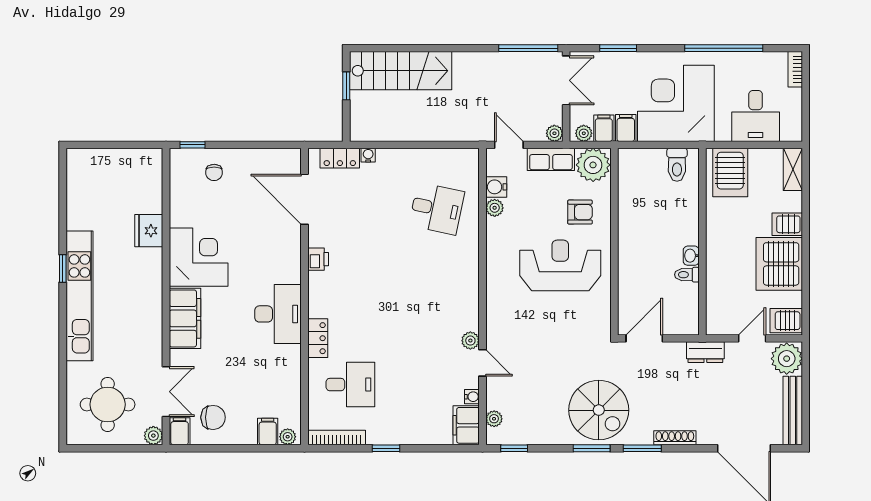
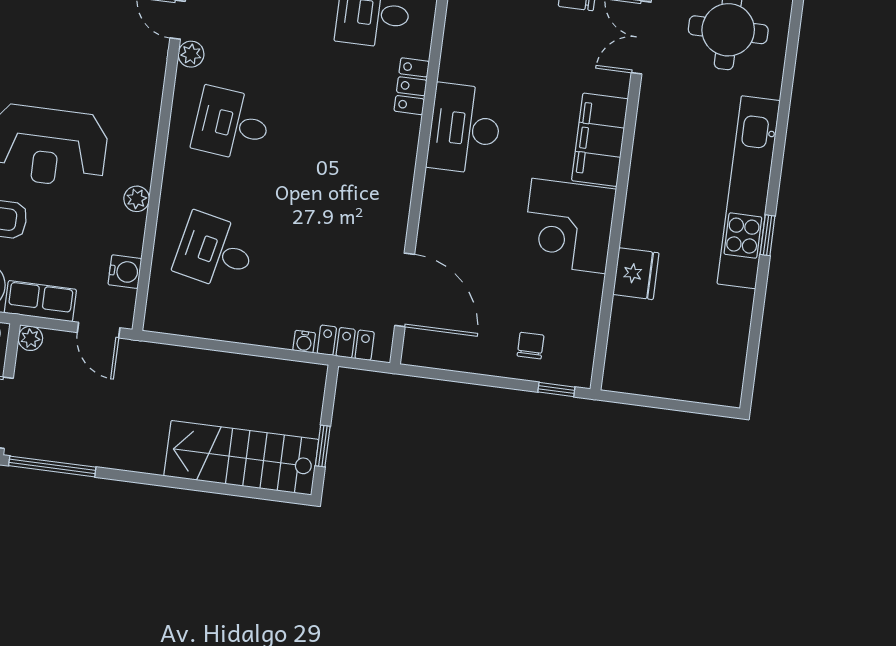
plant: (495, 208) -> (137, 199), moved
printer: (318, 259) -> (396, 200), removed
desk: (437, 297) -> (232, 124), added

